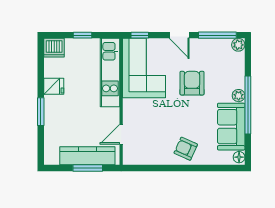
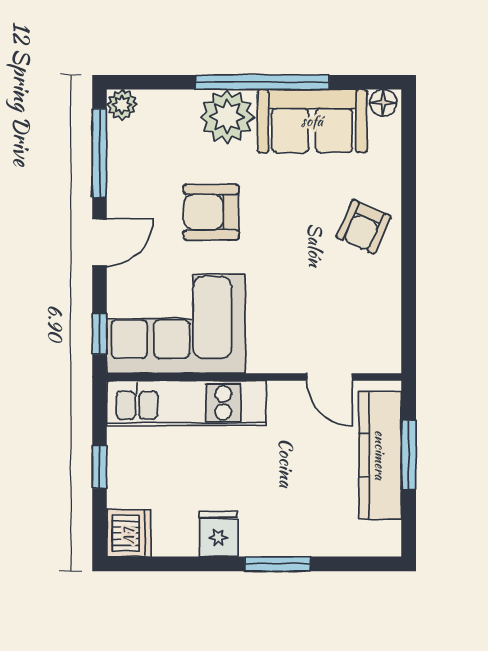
plant: (239, 96) -> (227, 117), width x1.87, depth x1.87

